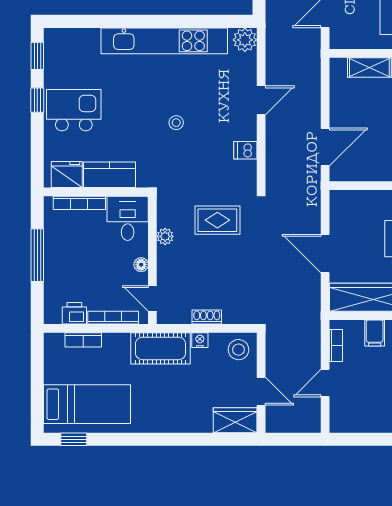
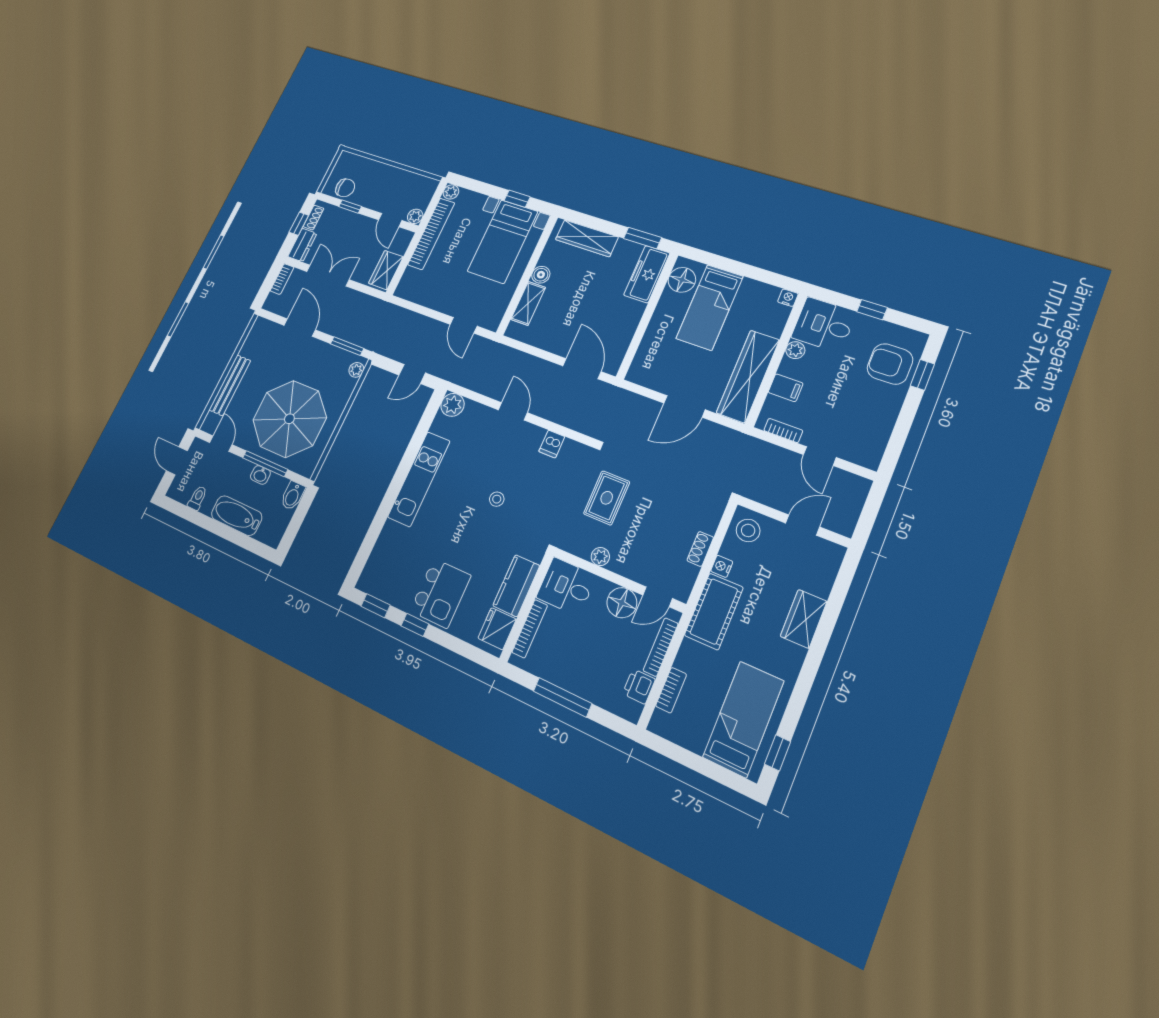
kitchen unit: (164, 41) -> (419, 479), width x0.73
kitchen island: (74, 110) -> (440, 593), turned 180
floor lamp: (141, 265) -> (622, 603), width x1.89, depth x1.89
wardrobe: (235, 420) -> (804, 619), moved

